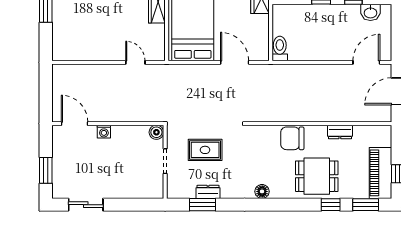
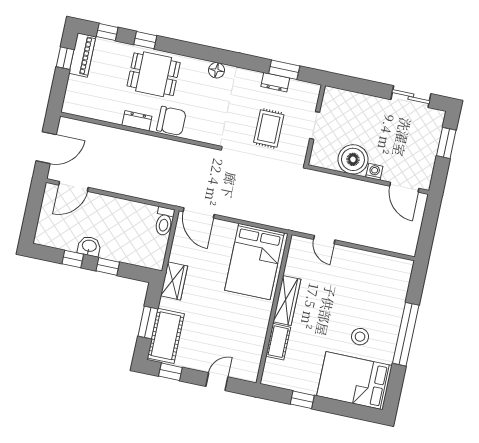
washbasin: (370, 12) -> (89, 246), moved
door: (235, 62) -> (199, 213), moved
boiler: (156, 132) -> (353, 159), moved, width x1.86, depth x1.86
dresser: (340, 132) -> (137, 121), moved
rug: (205, 150) -> (269, 128), turned 90
piano: (380, 173) -> (82, 55), width x0.73, depth x0.75
window: (366, 205) -> (107, 32), width x0.67

